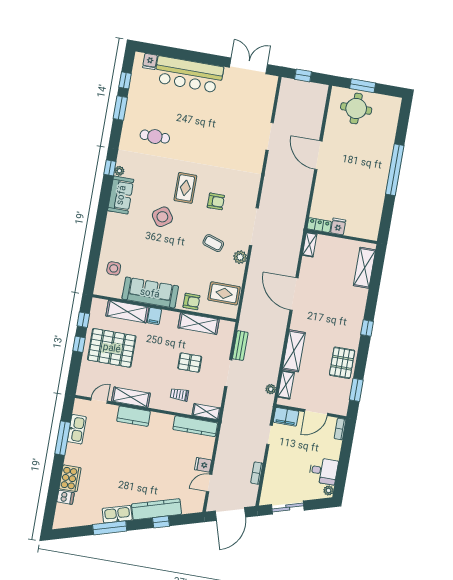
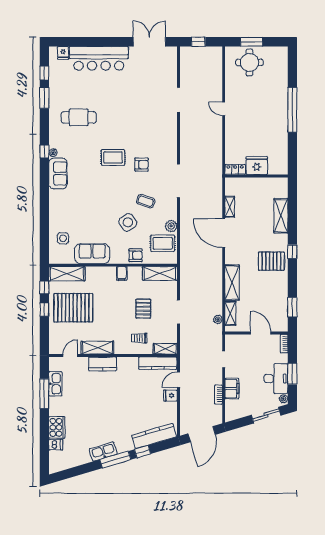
cafe table: (155, 137) -> (79, 117), width x1.37, depth x1.35
door: (318, 155) -> (224, 109), width x0.53
rug: (185, 188) -> (113, 157), turned 90
side table: (162, 217) -> (128, 222), moved
fridge: (338, 226) -> (257, 166), width x1.88, depth x1.34
shelving: (310, 245) -> (230, 207), moved
plant: (240, 257) -> (171, 226), moved
shelving: (364, 268) -> (281, 216), moved
sofa: (150, 293) -> (92, 254), width x0.73
shelving: (127, 311) -> (67, 274), moved
filing cabinet: (154, 316) -> (122, 274), moved
shelving: (199, 324) -> (160, 273), moved
bench: (240, 346) -> (185, 286), removed
pallet: (190, 363) -> (143, 309), turned 90
pallet: (342, 363) -> (271, 261), moved, turned 90
door: (316, 413) -> (261, 333), swing flipped
filing cabinet: (286, 417) -> (232, 388), moved, turned -90
window: (343, 464) -> (292, 374), added
desk: (323, 471) -> (276, 379), width x1.37
door: (209, 483) -> (178, 380), moved
sliding door: (288, 507) -> (266, 415), moved
kitchen counter: (156, 509) -> (154, 436), moved
window: (110, 528) -> (115, 460), moved

